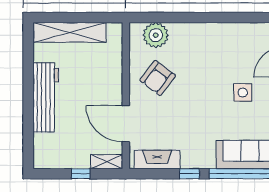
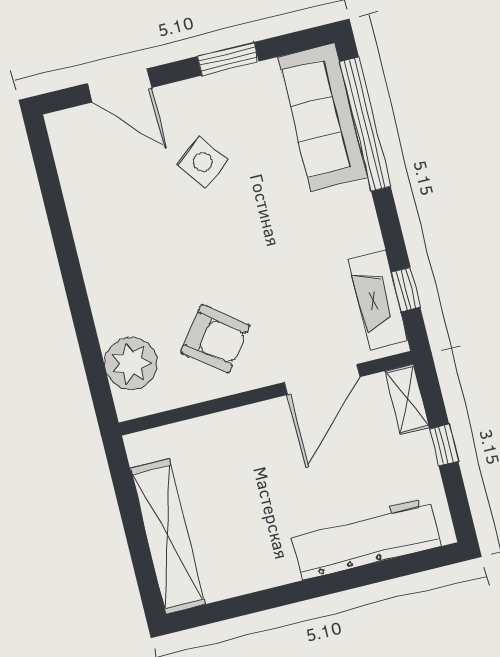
side table: (243, 93) -> (203, 162), turned -38
workbench: (46, 97) -> (366, 538), moved
window: (190, 174) -> (406, 289), moved

